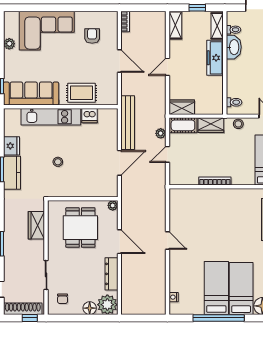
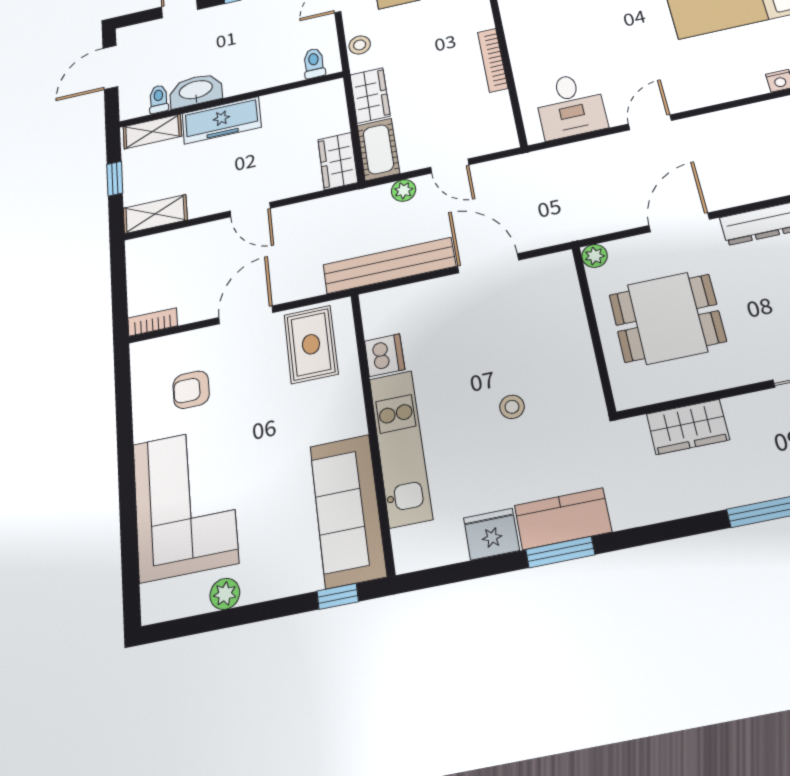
rug: (81, 93) -> (311, 344), moved
desk: (184, 210) -> (570, 105), added

